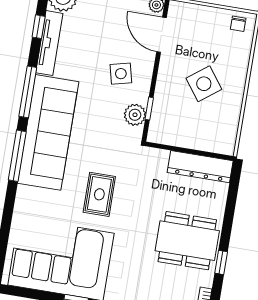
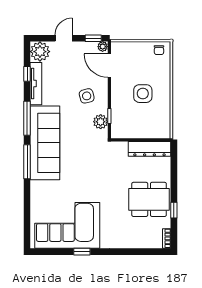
side table: (204, 84) -> (143, 94), turned 37
rug: (99, 194) -> (86, 178), removed

